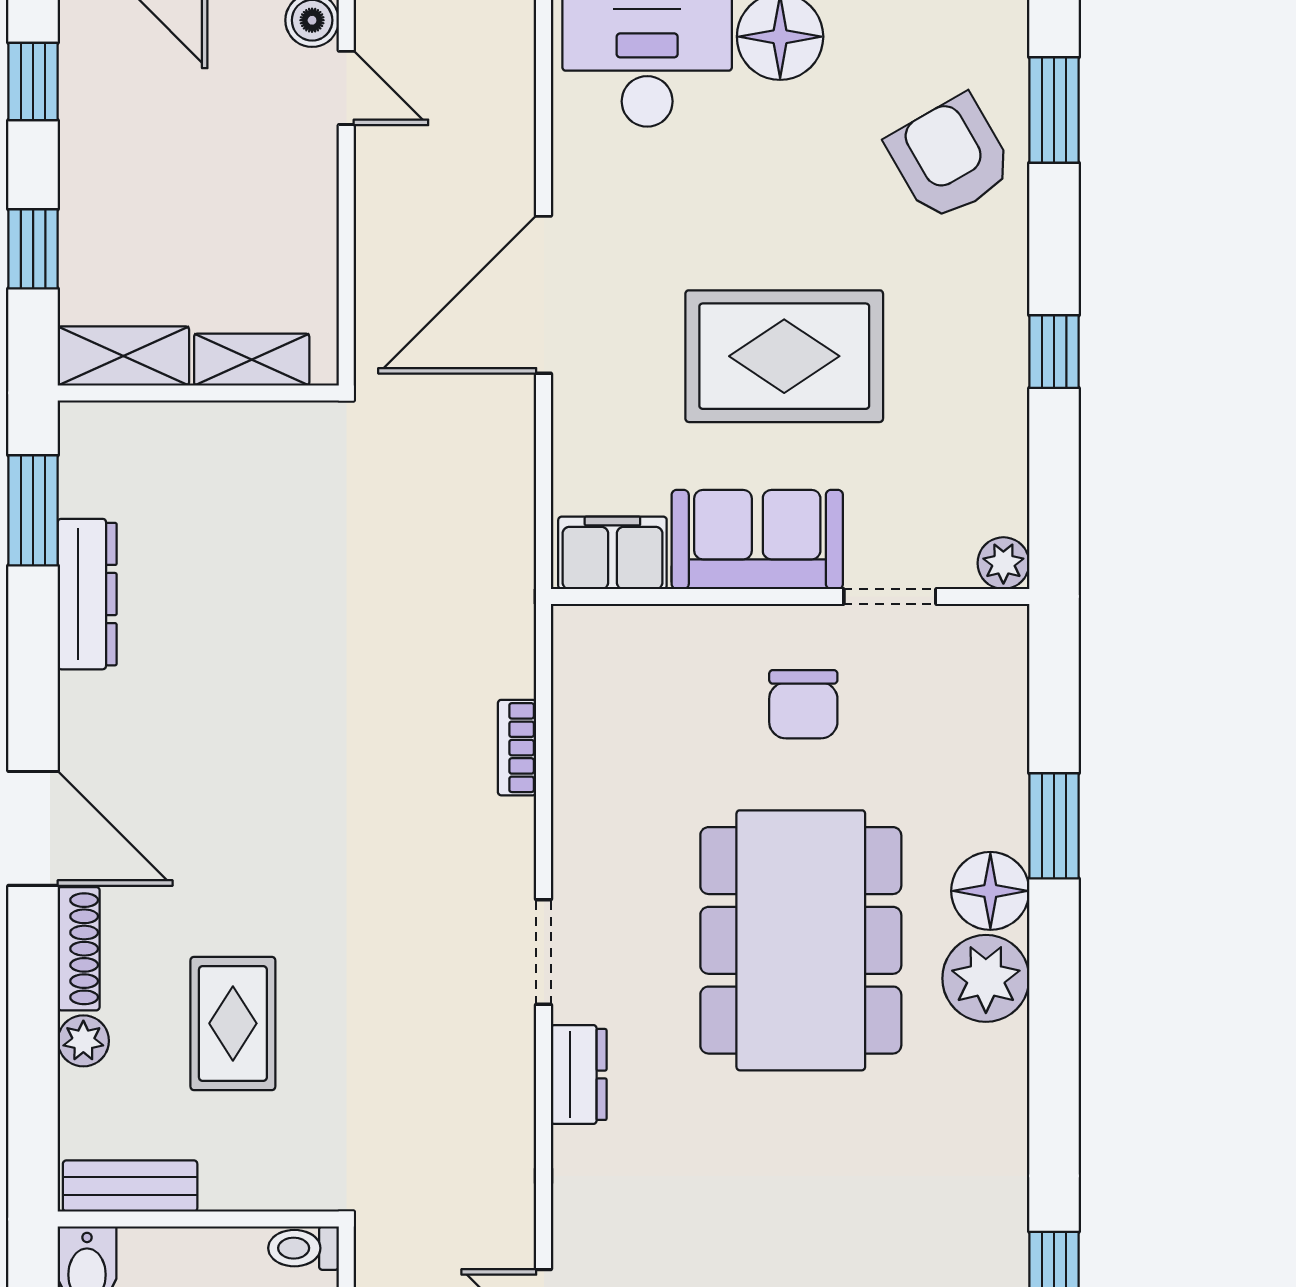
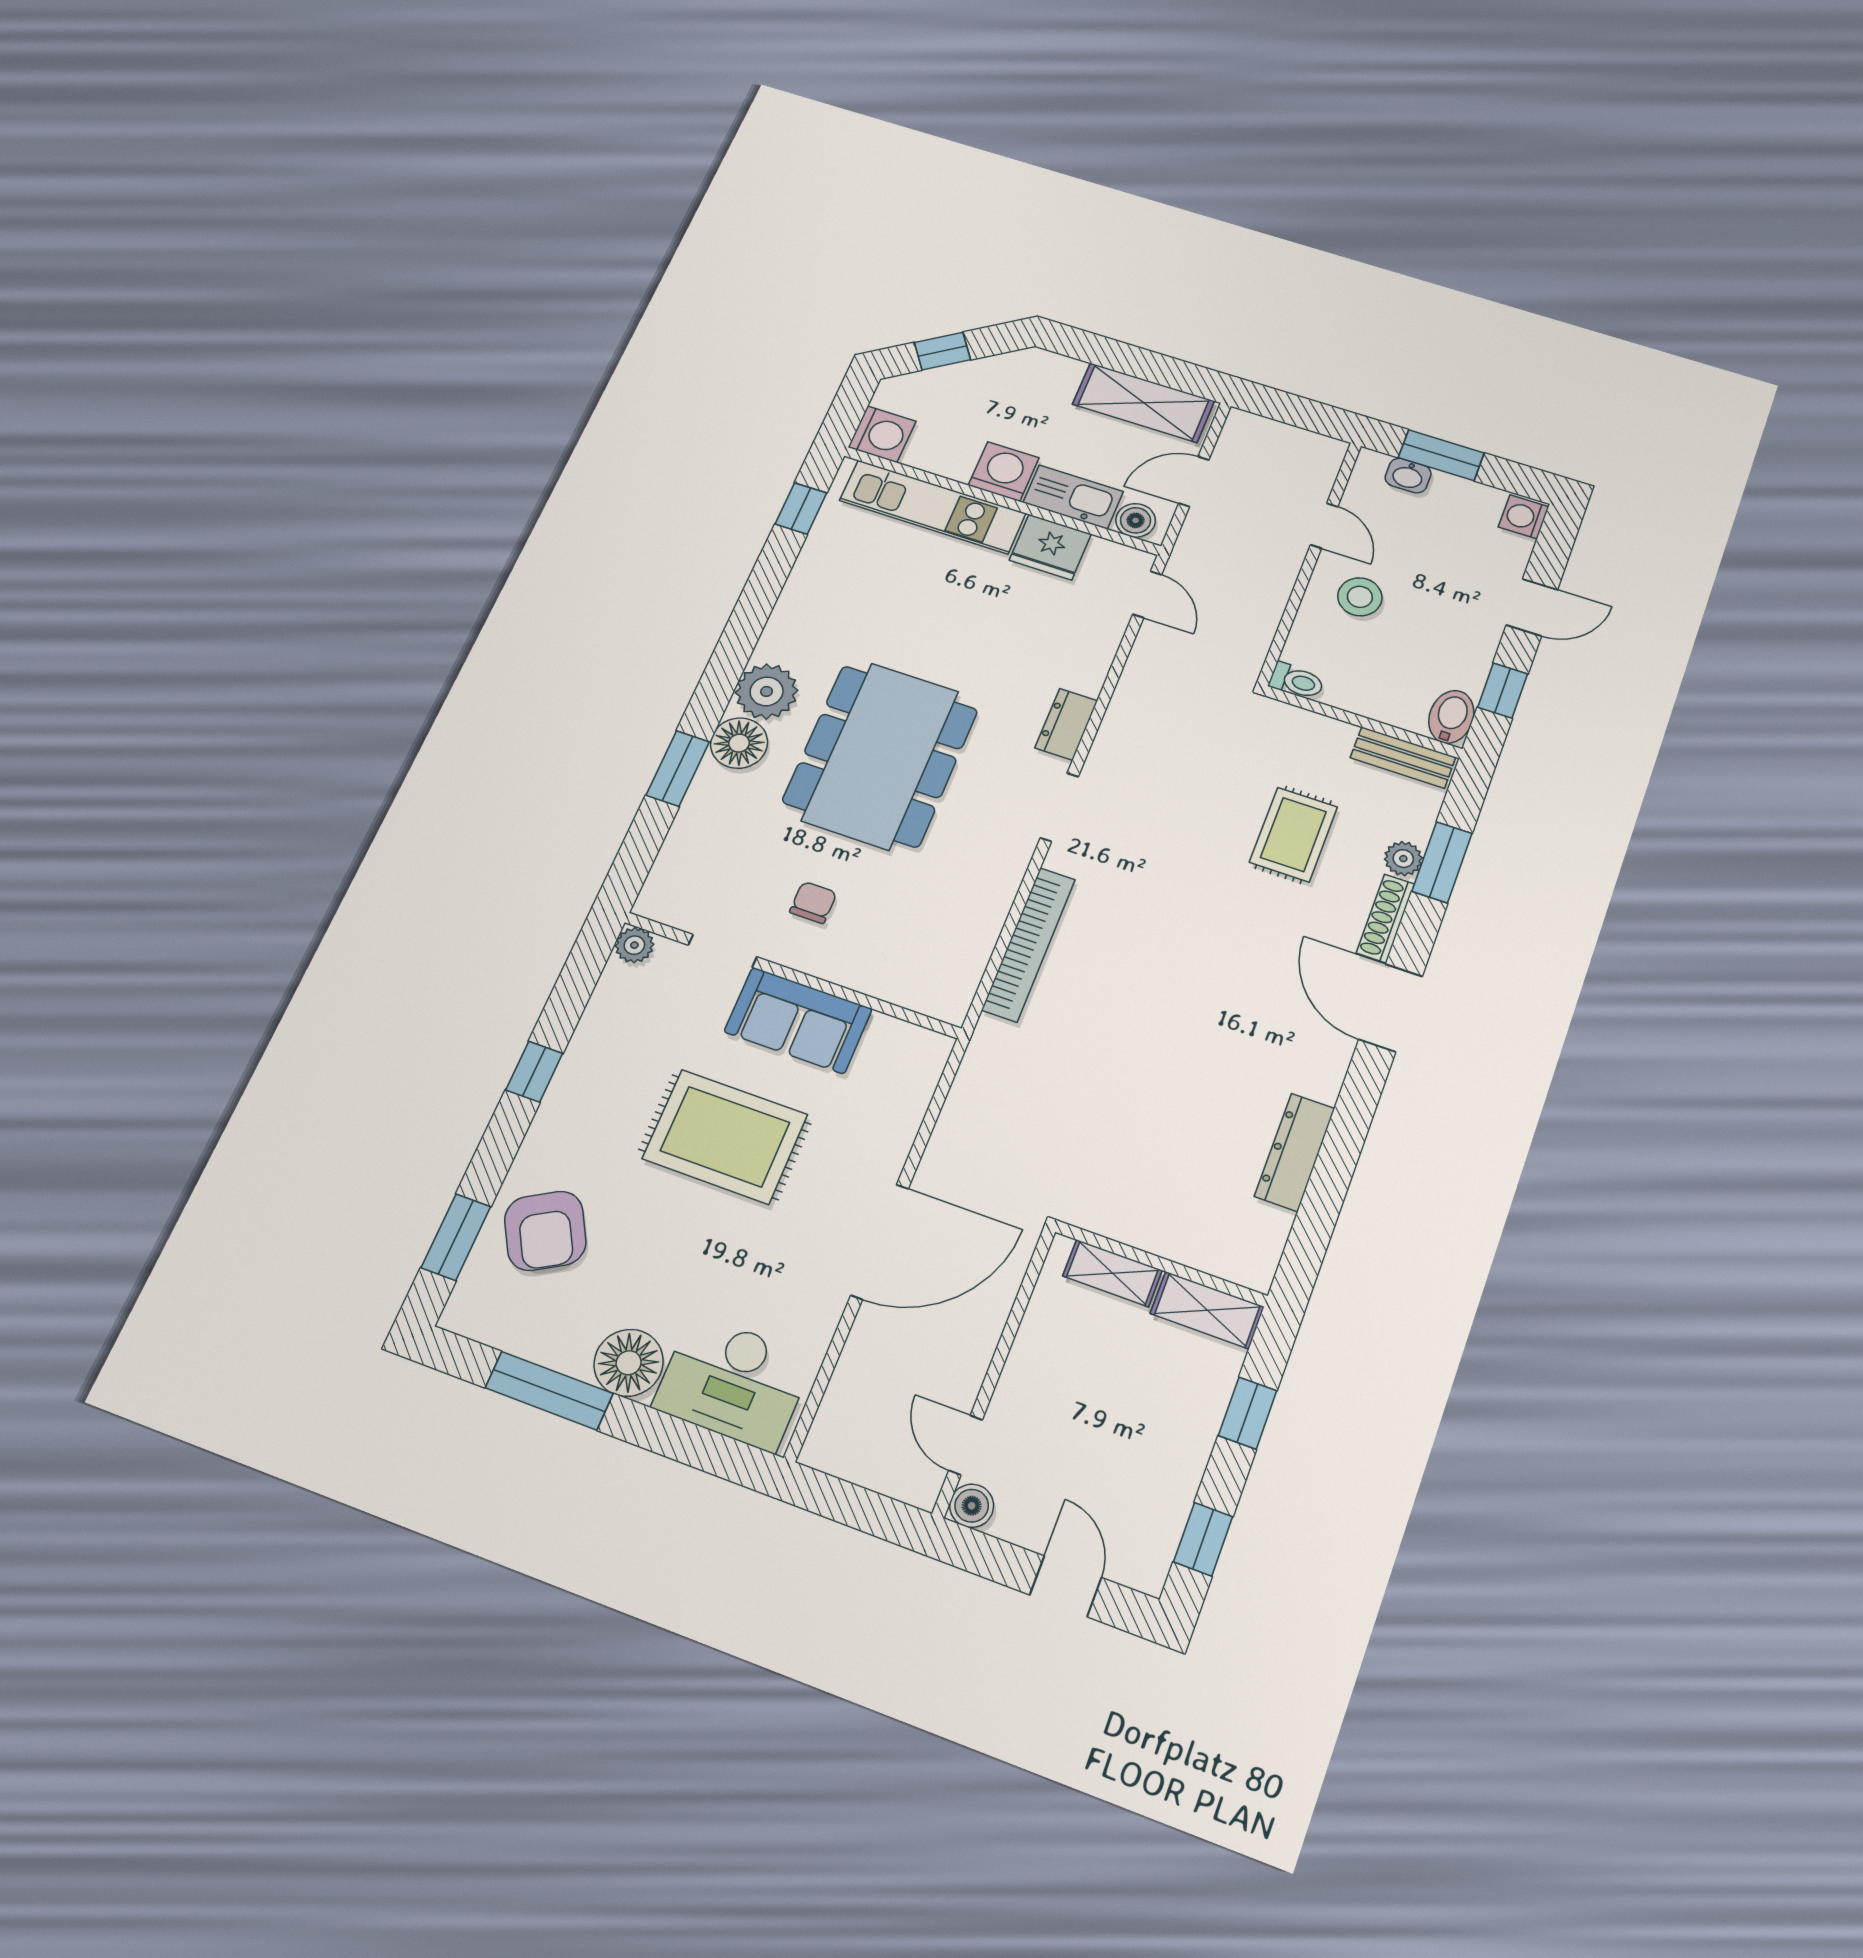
window: (33, 510) -> (1442, 862), moved
filing cabinet: (612, 553) -> (904, 1047), removed
chair: (803, 704) -> (813, 902), width x0.73, depth x0.73
bookcase: (517, 748) -> (1029, 944), width x2.31, depth x1.31

